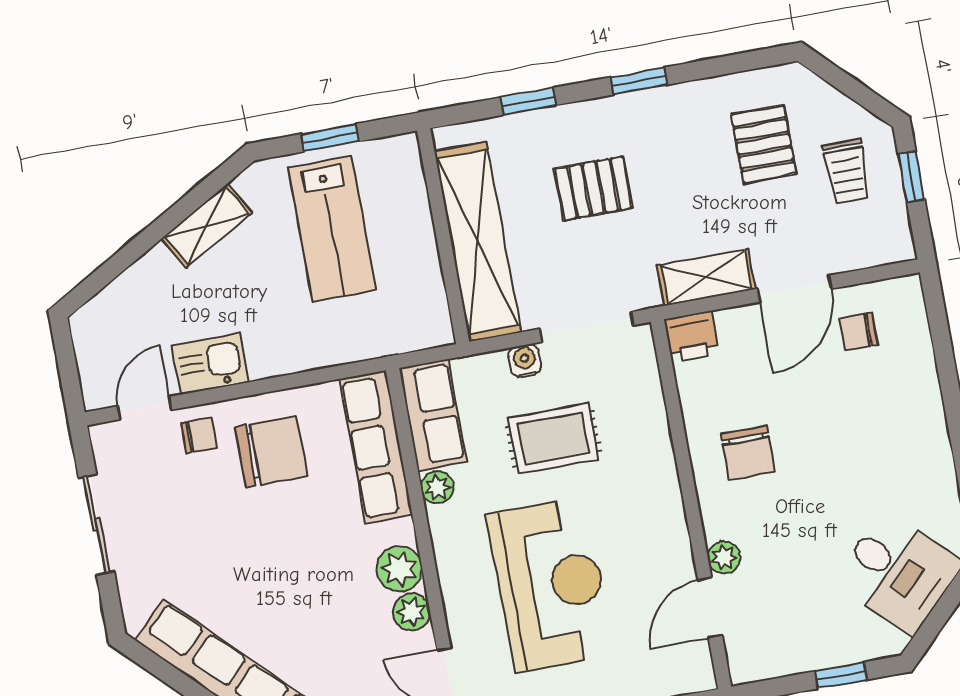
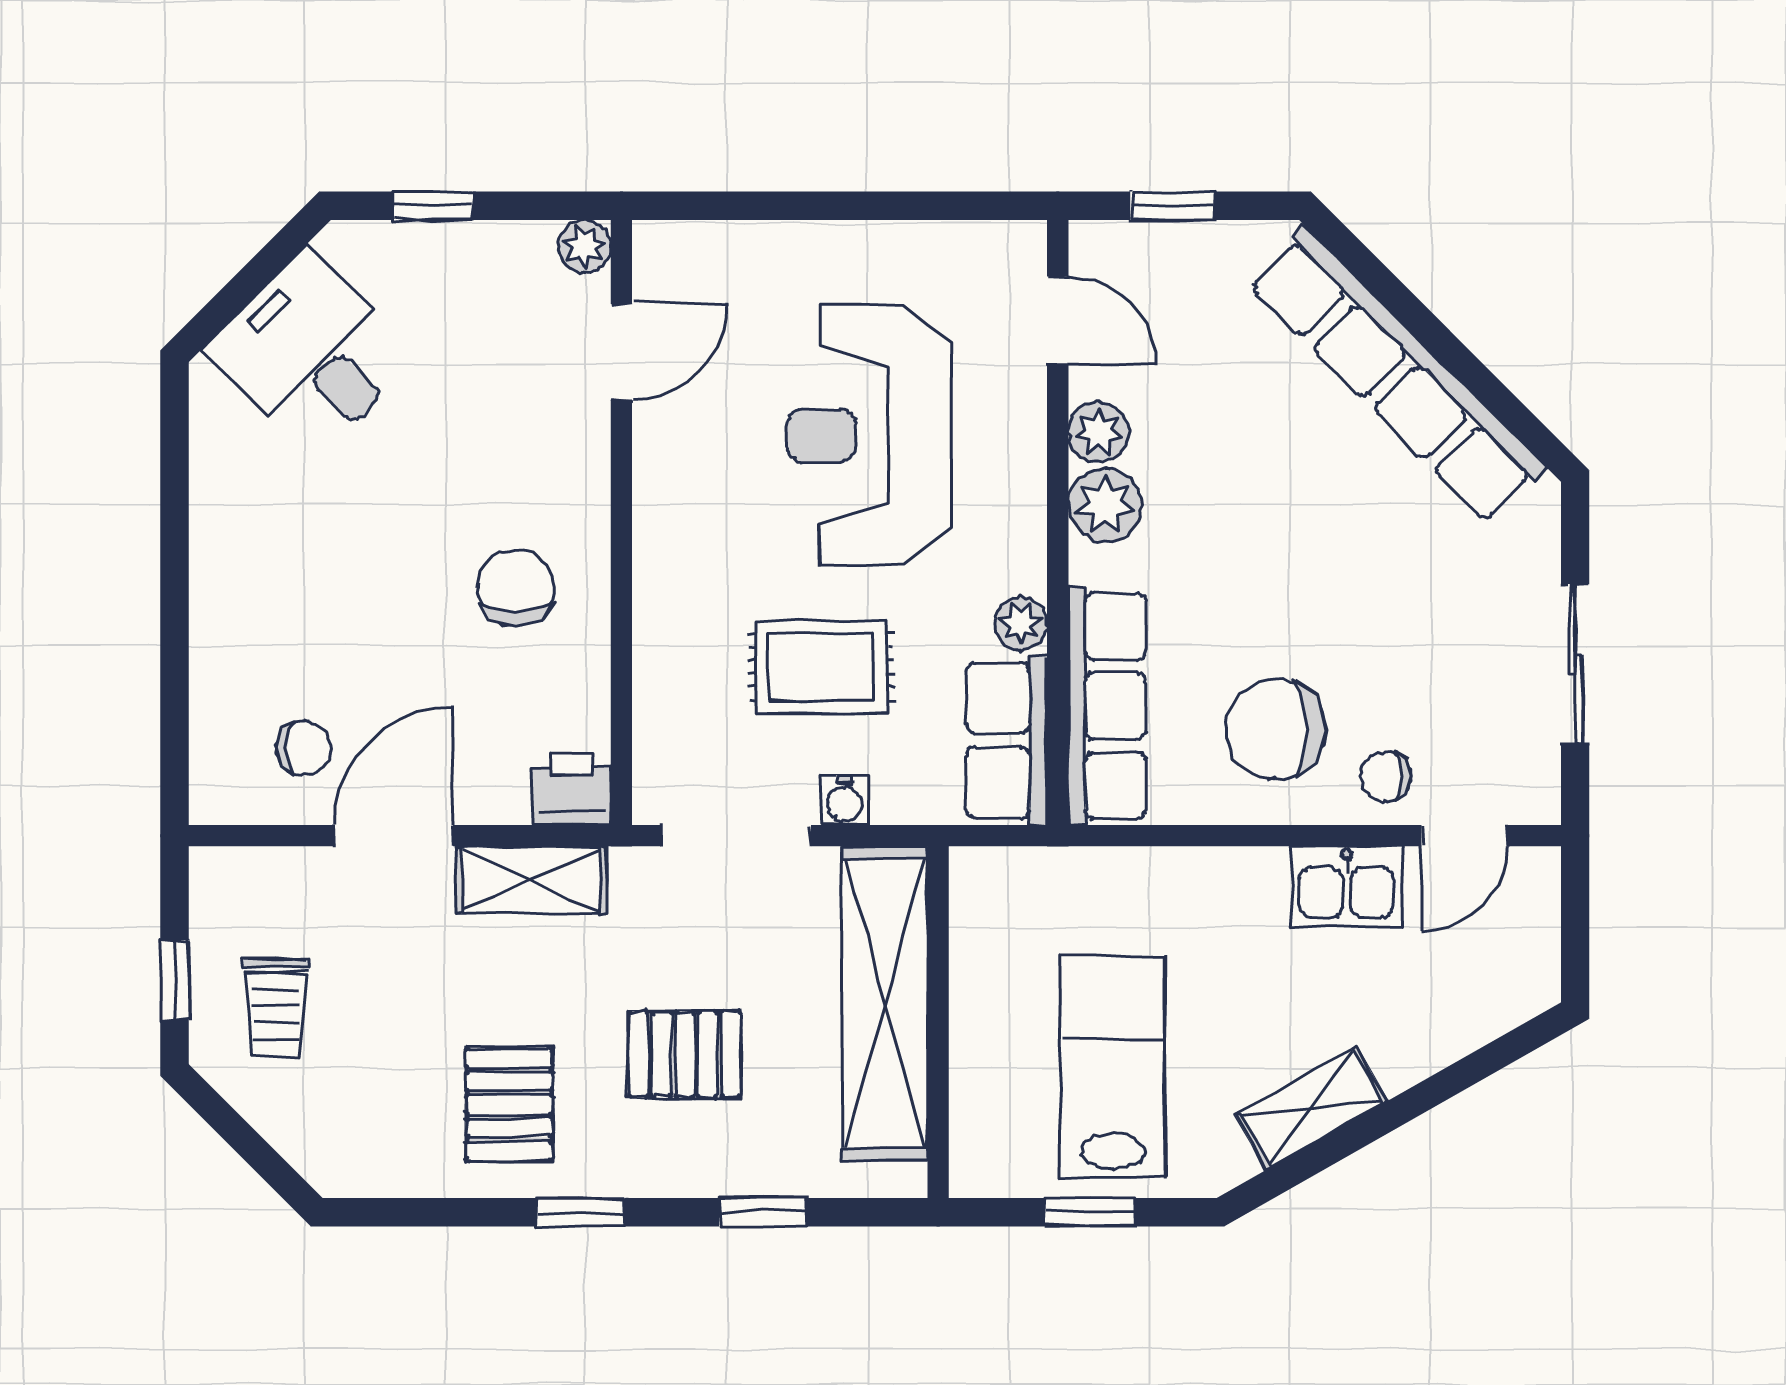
pallet: (764, 144) -> (509, 1105), moved
trolley: (847, 171) -> (276, 1007), turned 180
plant: (724, 557) -> (585, 246), moved

